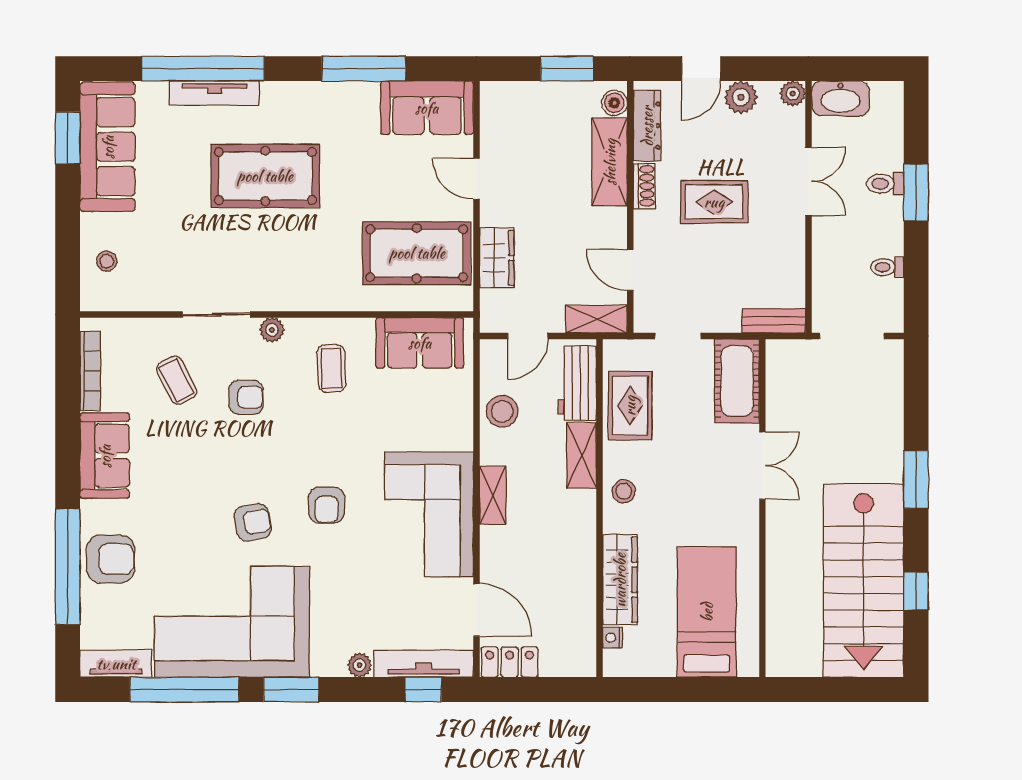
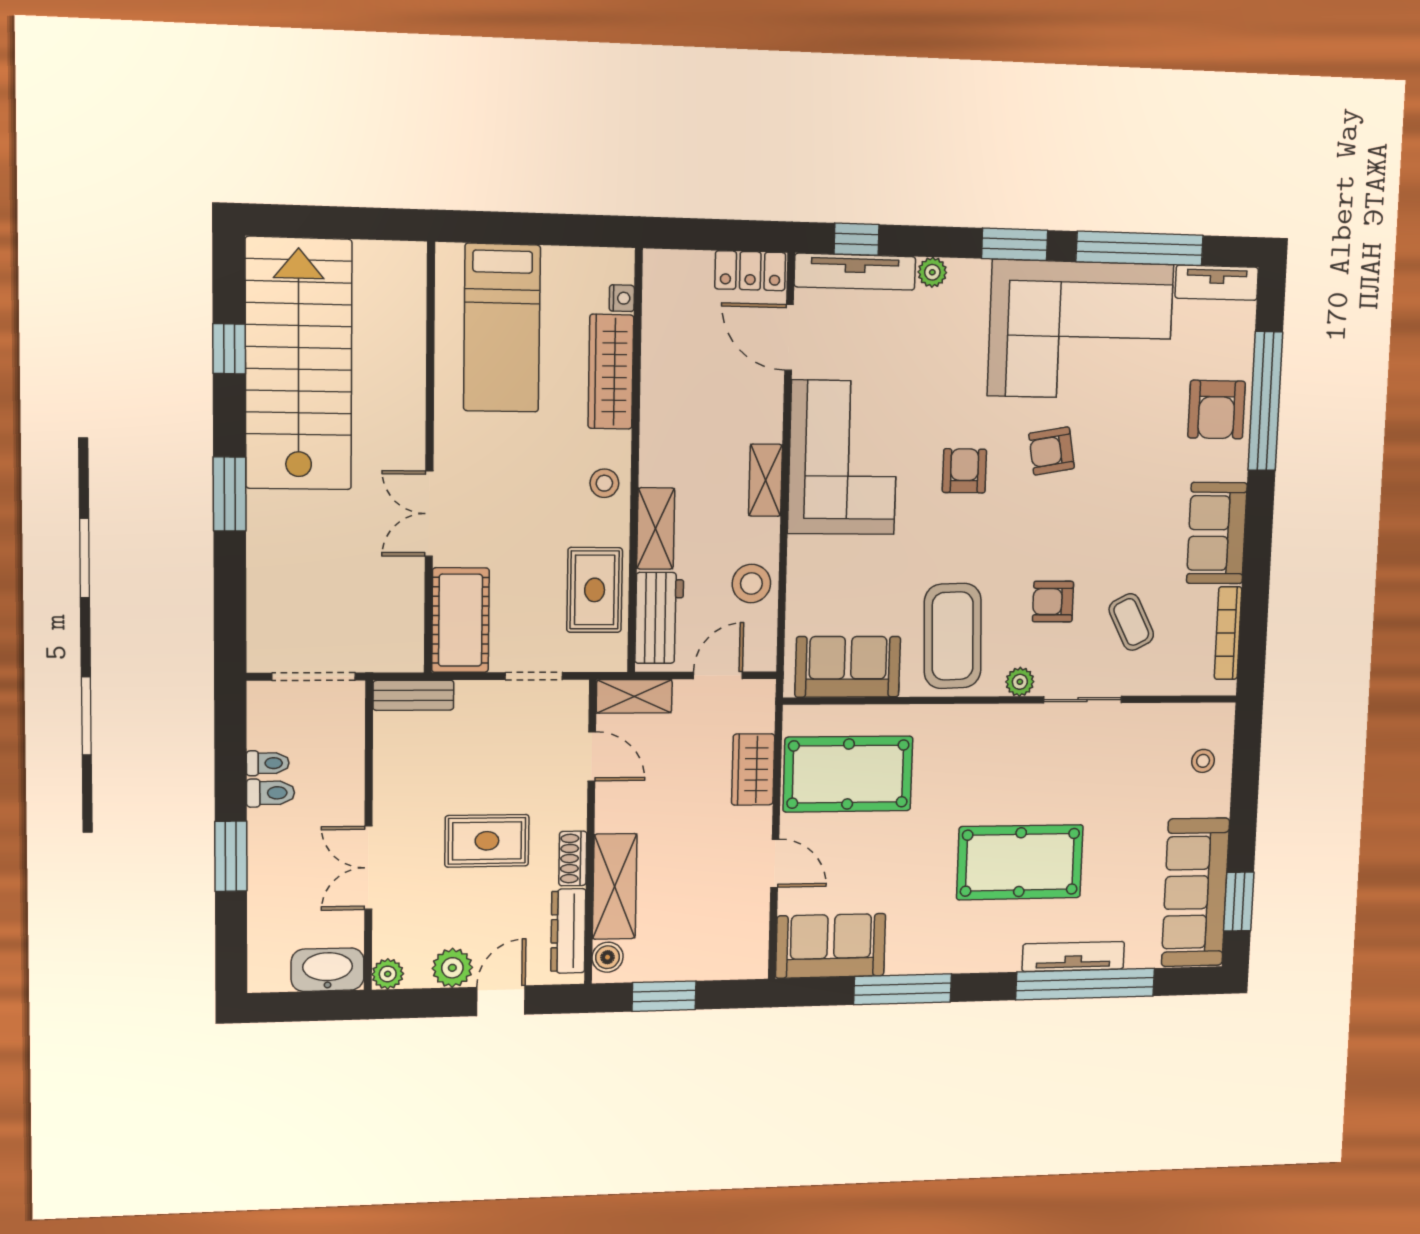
toilet: (885, 184) -> (271, 793), moved
coffee table: (331, 368) -> (953, 636), width x1.86, depth x1.72
armchair: (110, 559) -> (1217, 410), turned -90

